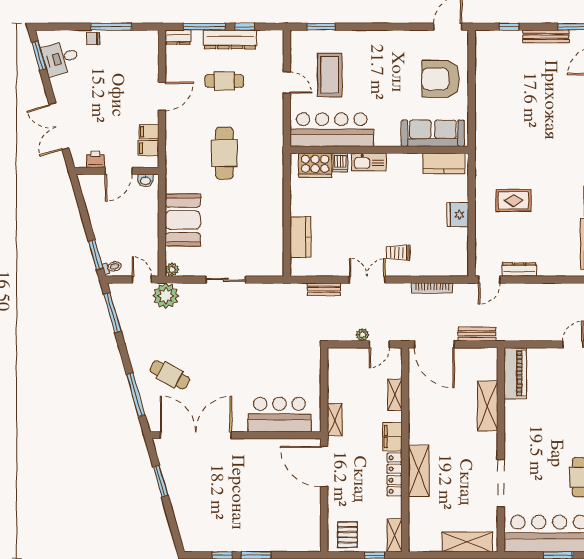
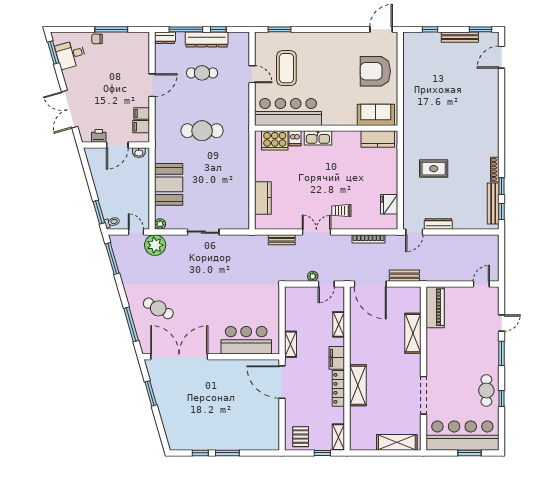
sofa: (433, 133) -> (376, 115), width x0.73
cafe table: (224, 153) -> (202, 131), turned 90
fridge: (458, 215) -> (389, 204), moved

